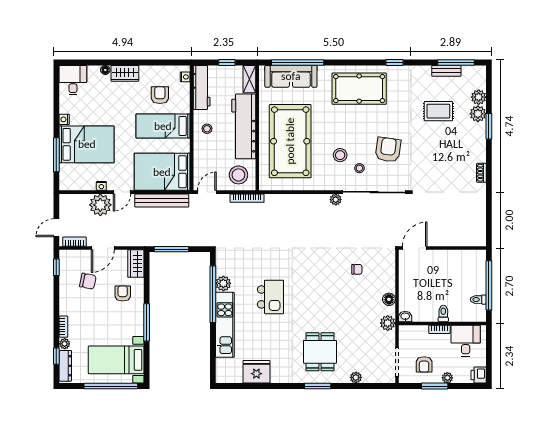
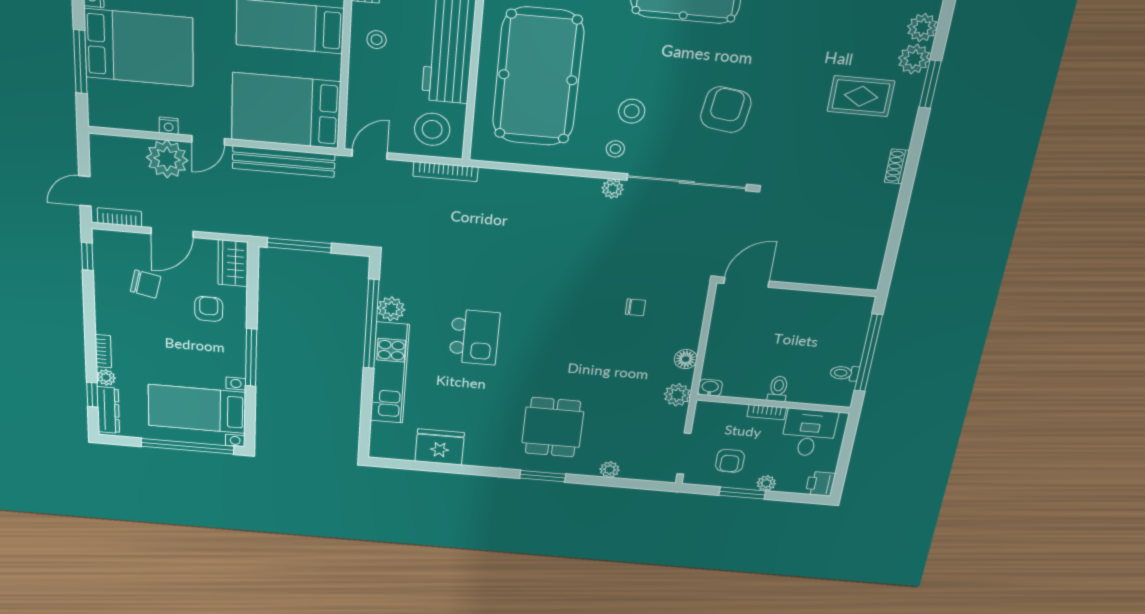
rug: (438, 111) -> (861, 96), moved
stool: (359, 168) -> (615, 149), moved

